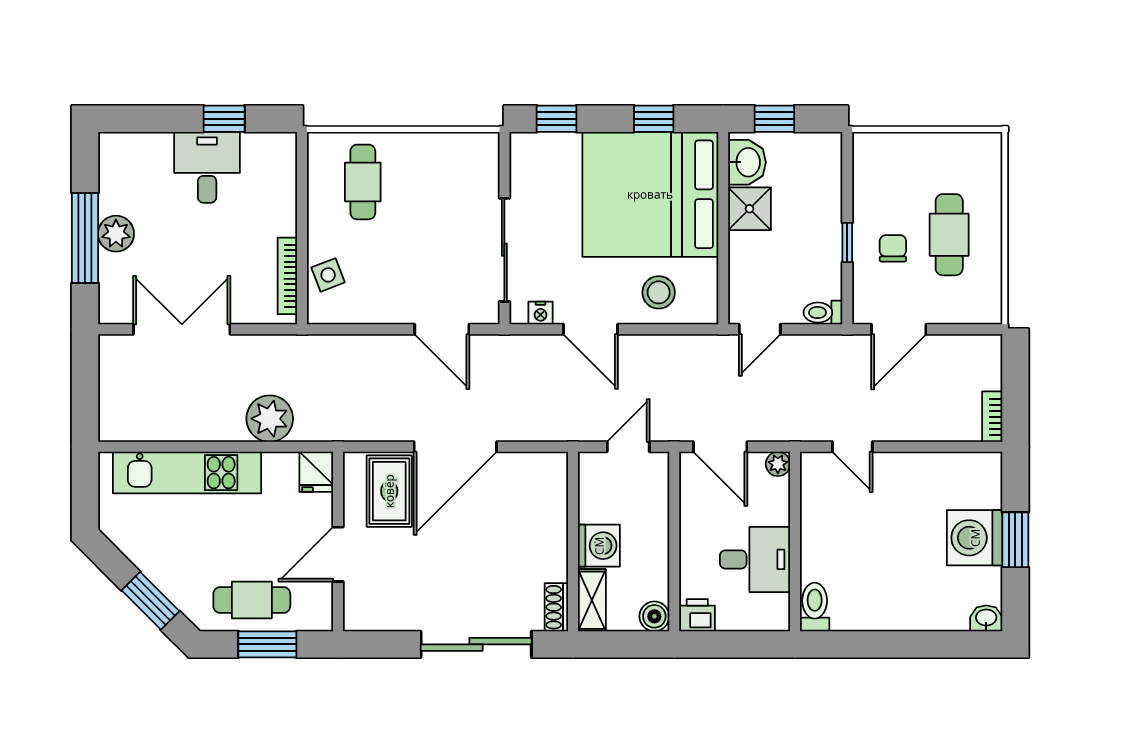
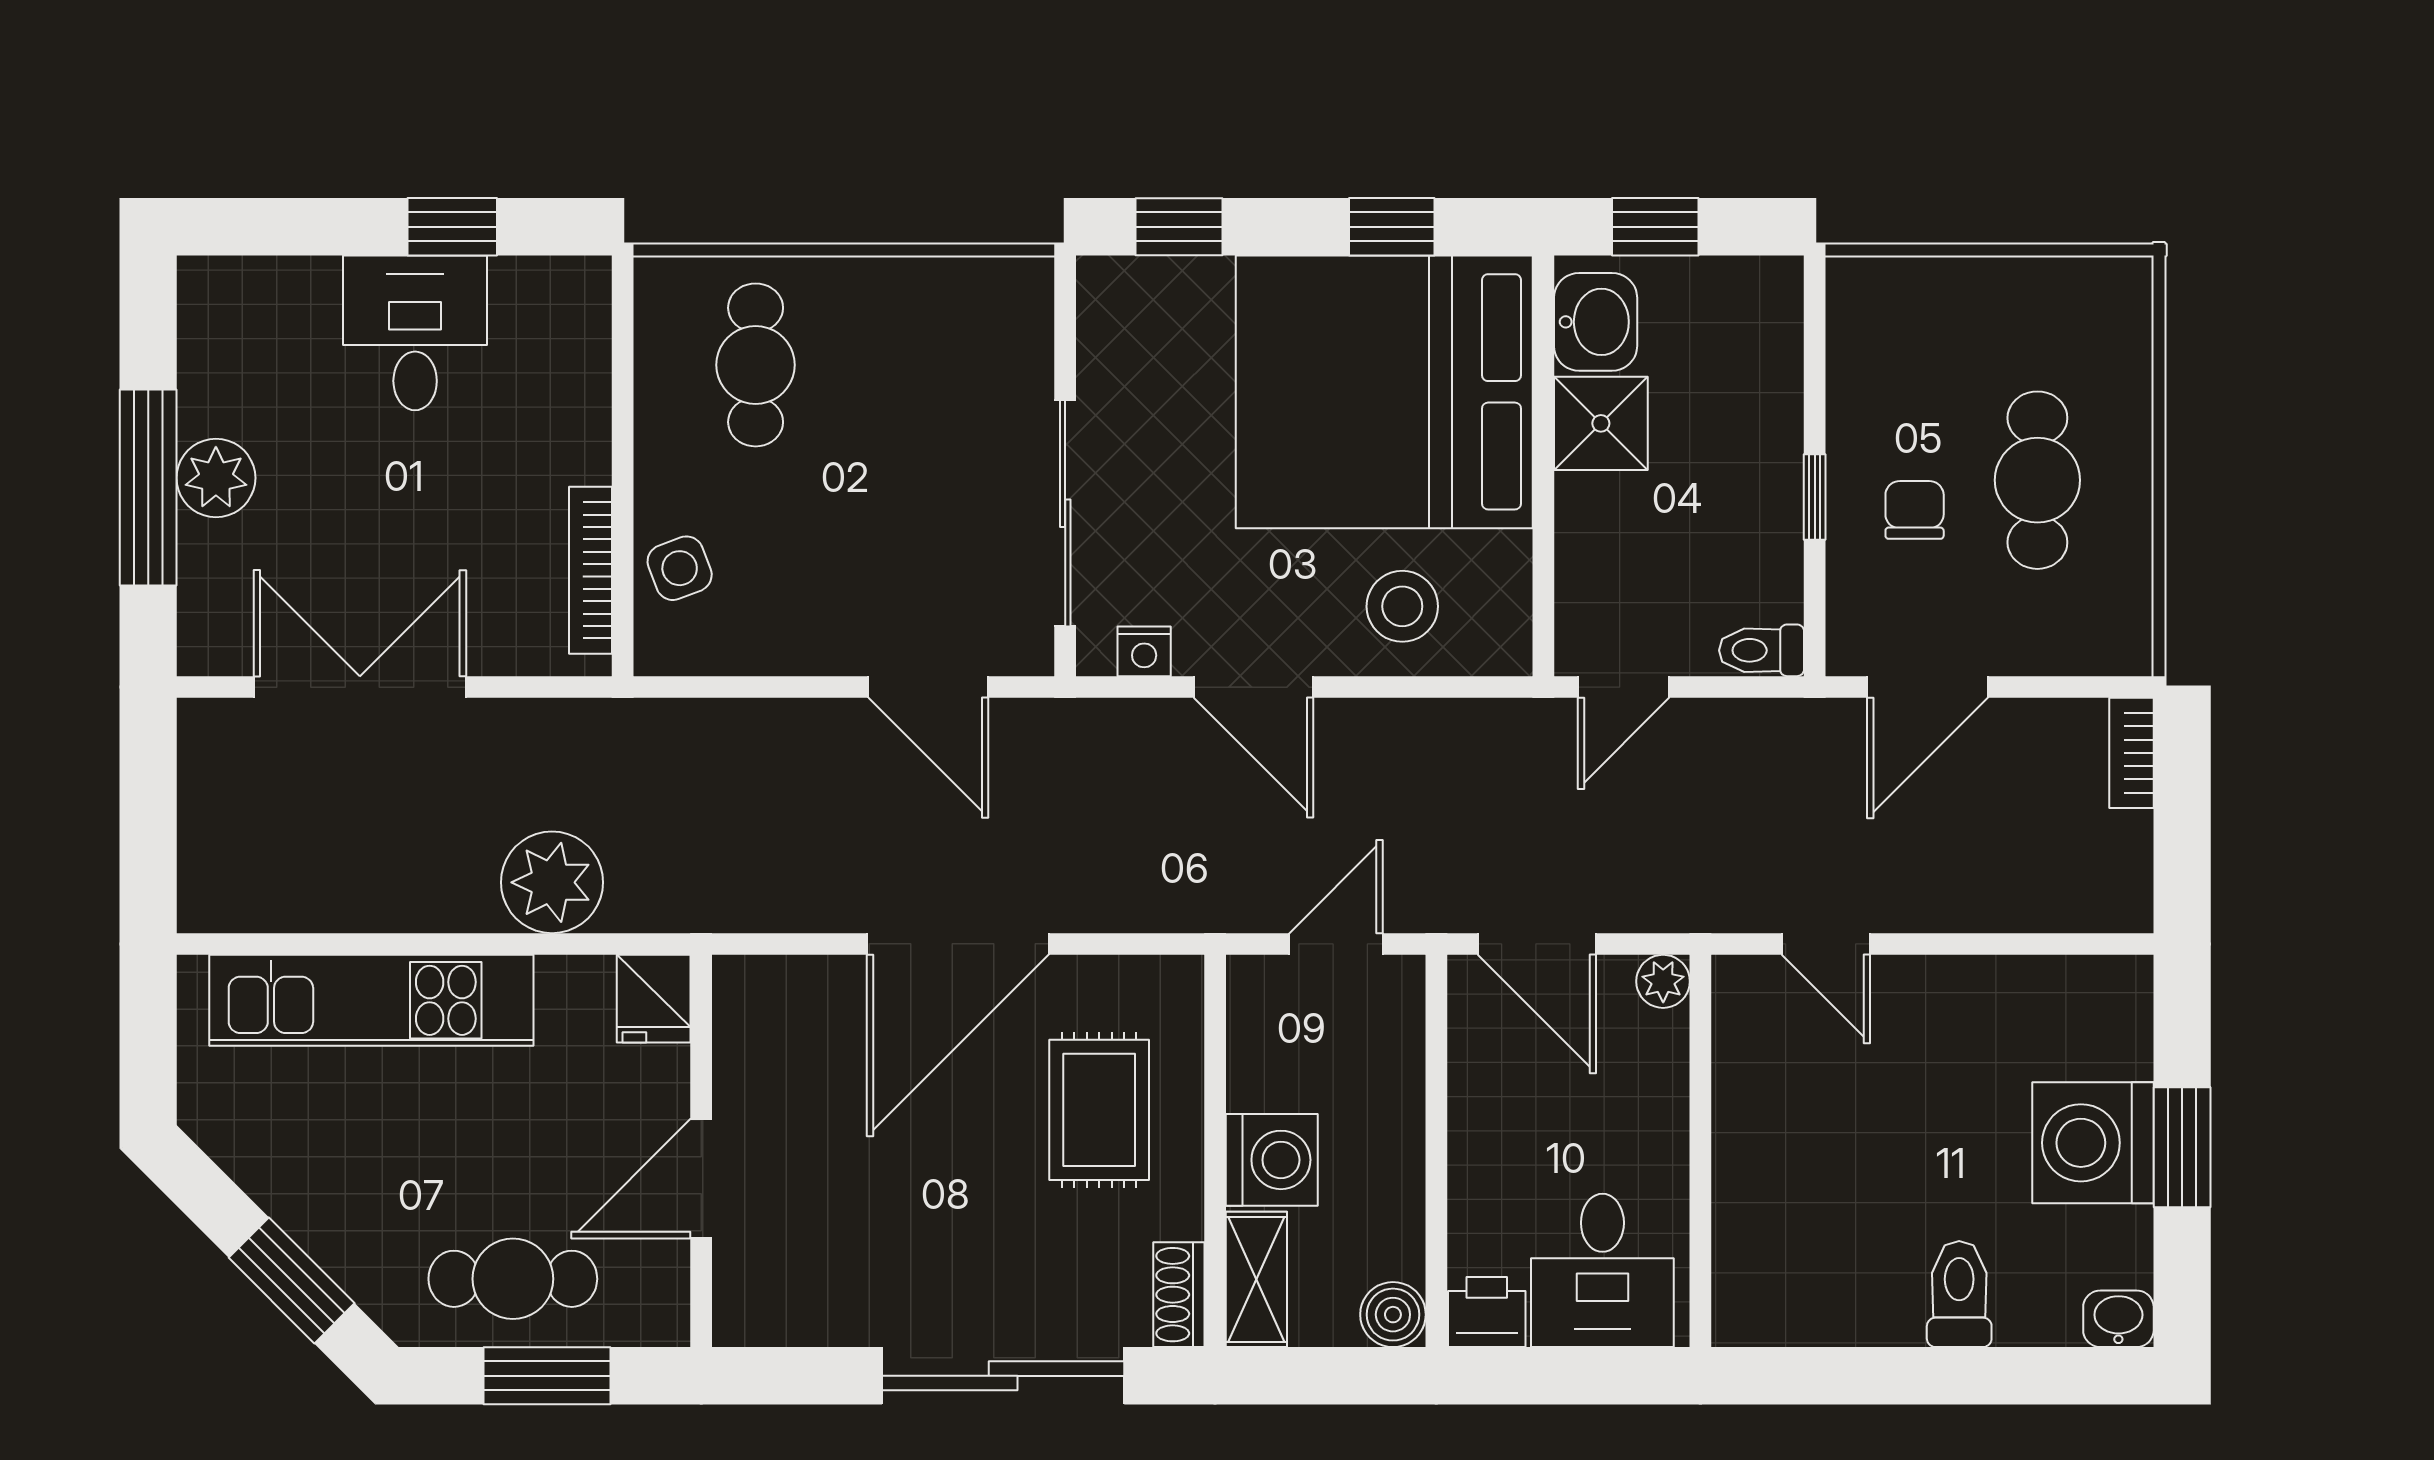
bookcase: (992, 417) -> (2132, 753), moved
rug: (389, 491) -> (1099, 1110), moved
desk: (755, 559) -> (1602, 1270), moved, turned 90
toilet: (815, 607) -> (1959, 1294), moved

